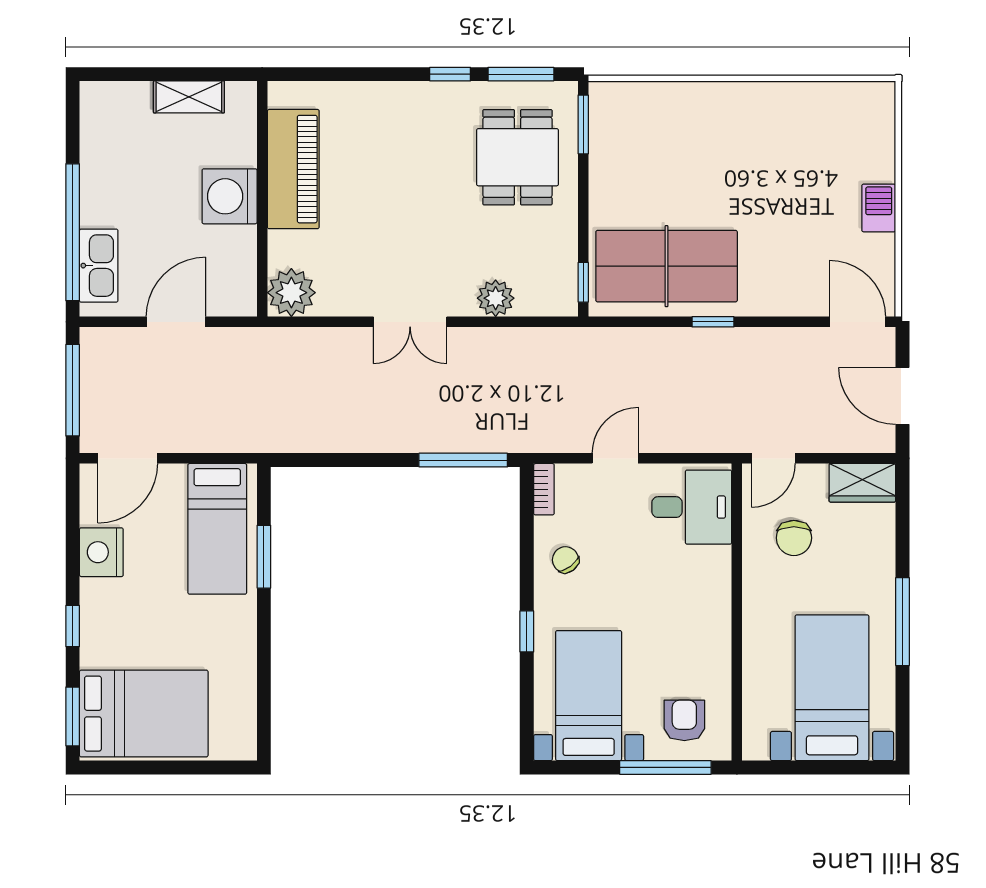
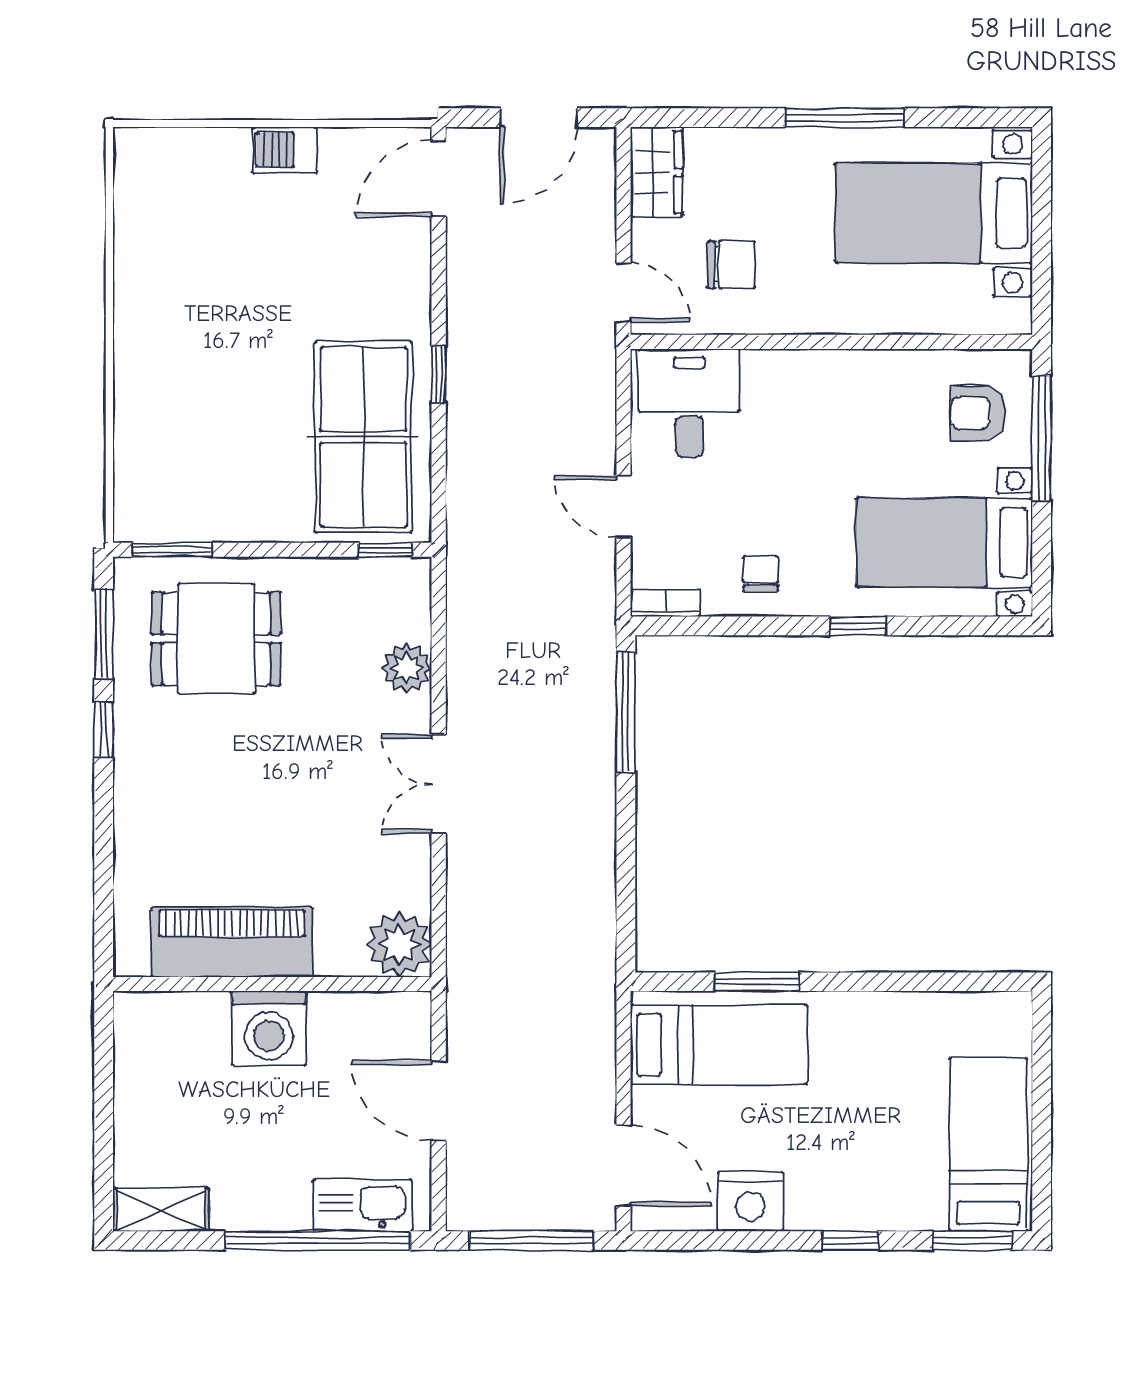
shelving: (189, 97) -> (161, 1210), moved, turned 90
double door: (410, 322) -> (439, 784), swing flipped
chair: (566, 560) -> (761, 574), turned 127
bed: (144, 714) -> (988, 1144), width x0.67

